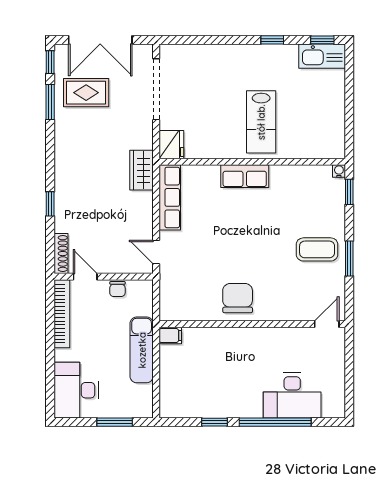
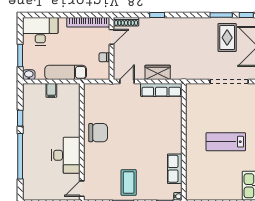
lab bench: (261, 122) -> (226, 142), moved
fridge: (171, 145) -> (194, 91), removed
wardrobe: (142, 170) -> (158, 72), moved
row of seats: (245, 176) -> (175, 169), moved
door: (327, 324) -> (82, 189), swing flipped
filing cabinet: (170, 336) -> (51, 90), moved
desk: (292, 396) -> (66, 155), moved, turned 180
washbasin: (145, 408) -> (29, 75), added

